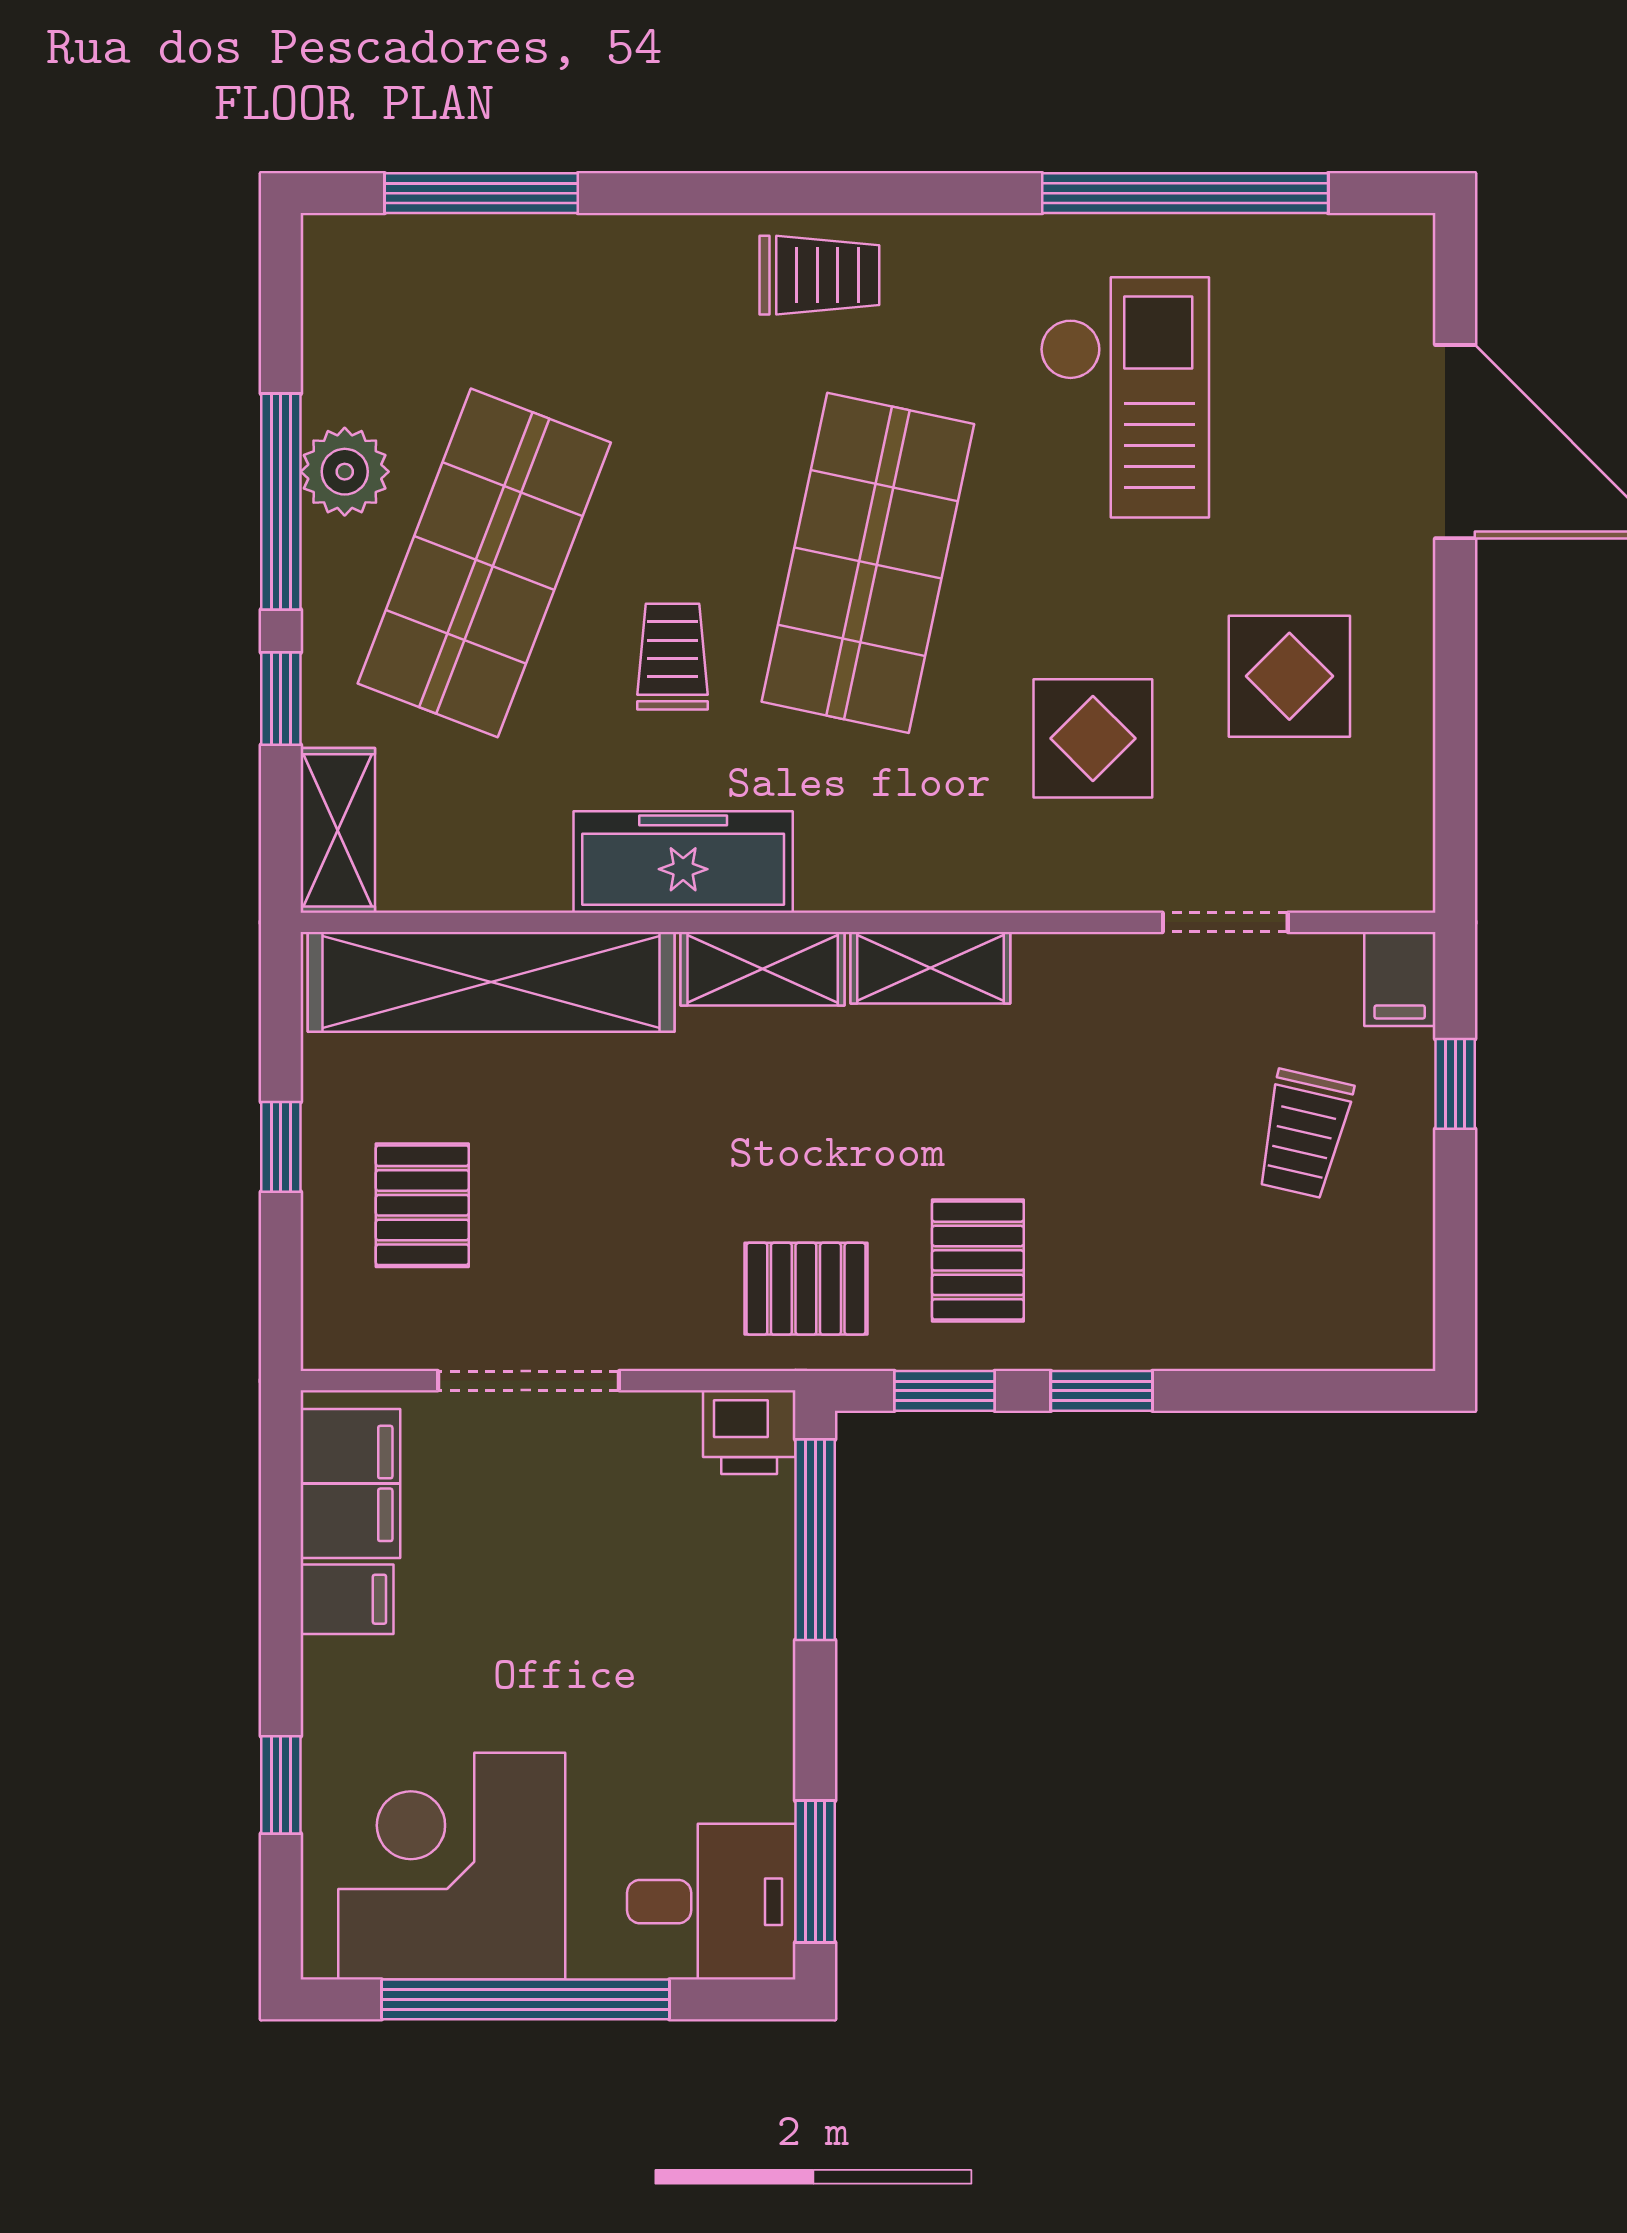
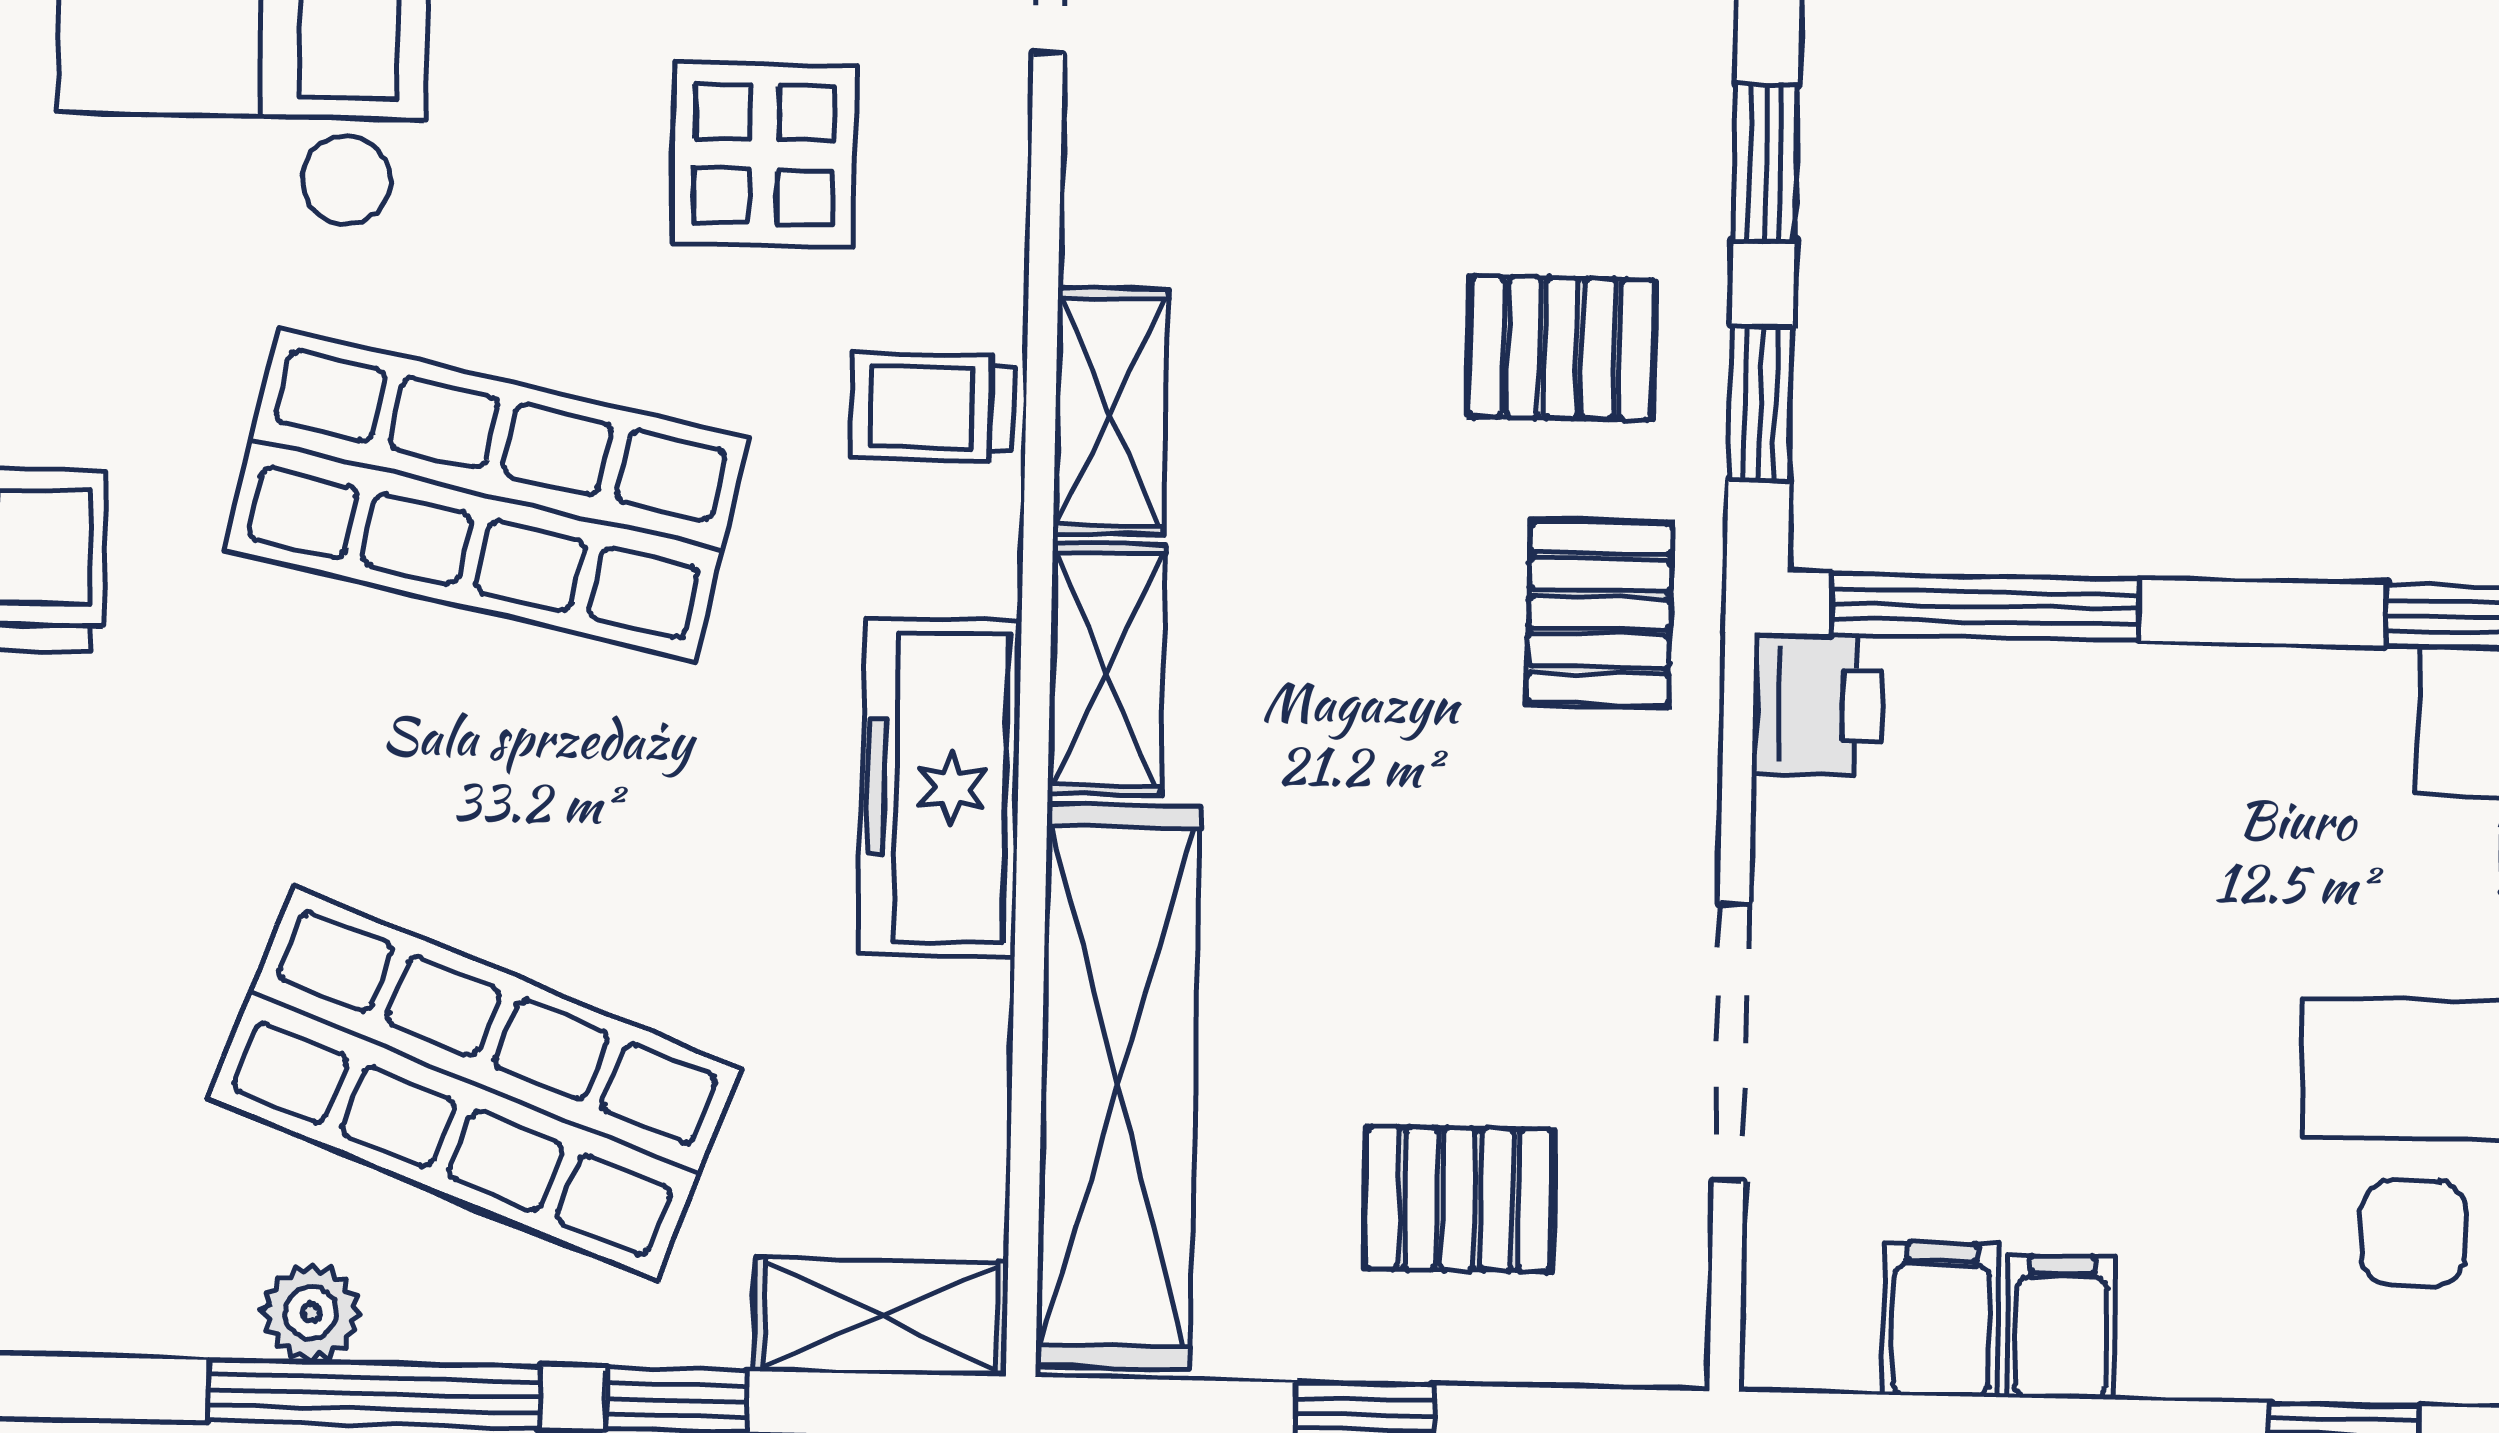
plant: (345, 472) -> (311, 1313), width x0.73, depth x0.73
trolley: (672, 657) -> (932, 407), moved
filing cabinet: (350, 1483) -> (1941, 1320), width x0.50

